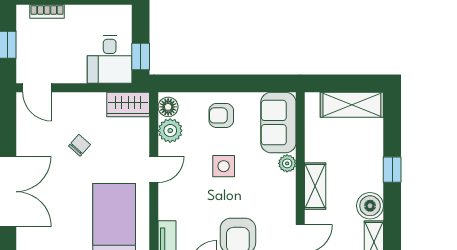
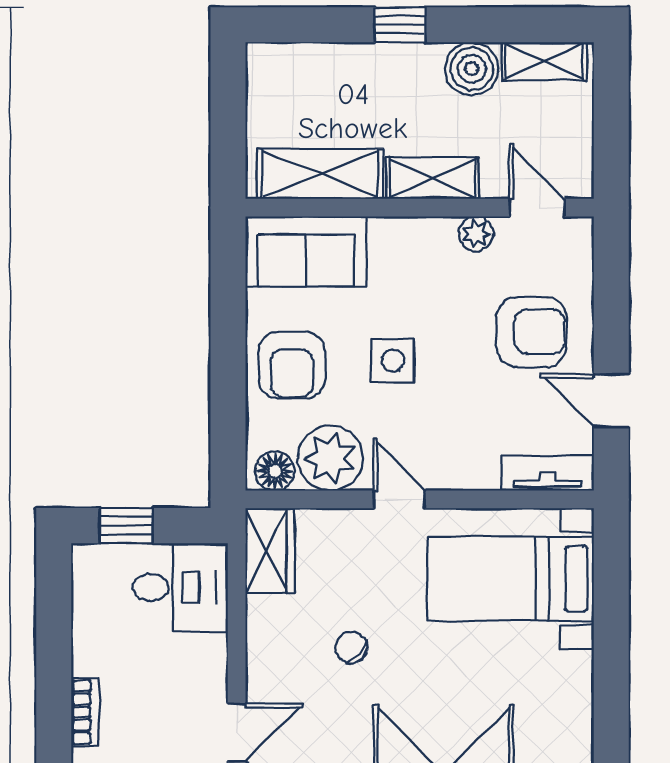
window: (141, 57) -> (126, 526), moved
shelving: (352, 105) -> (320, 174), moved, turned 90
armchair: (221, 115) -> (292, 365), width x1.38, depth x1.38
plant: (170, 131) -> (331, 458), width x1.36, depth x1.36
plant: (287, 163) -> (476, 234), moved

